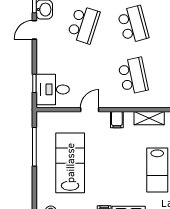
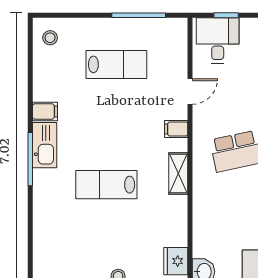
door: (90, 110) -> (190, 91), hinge flipped
lab bench: (70, 163) -> (116, 64), width x0.73, depth x0.72

